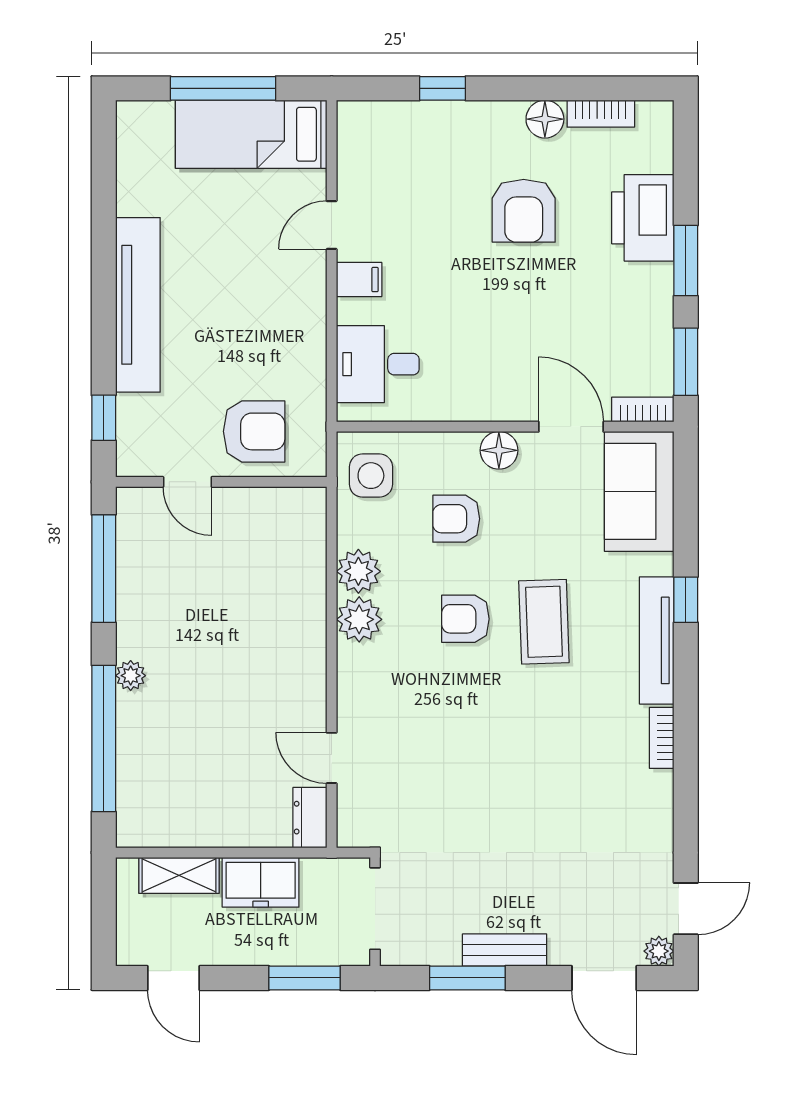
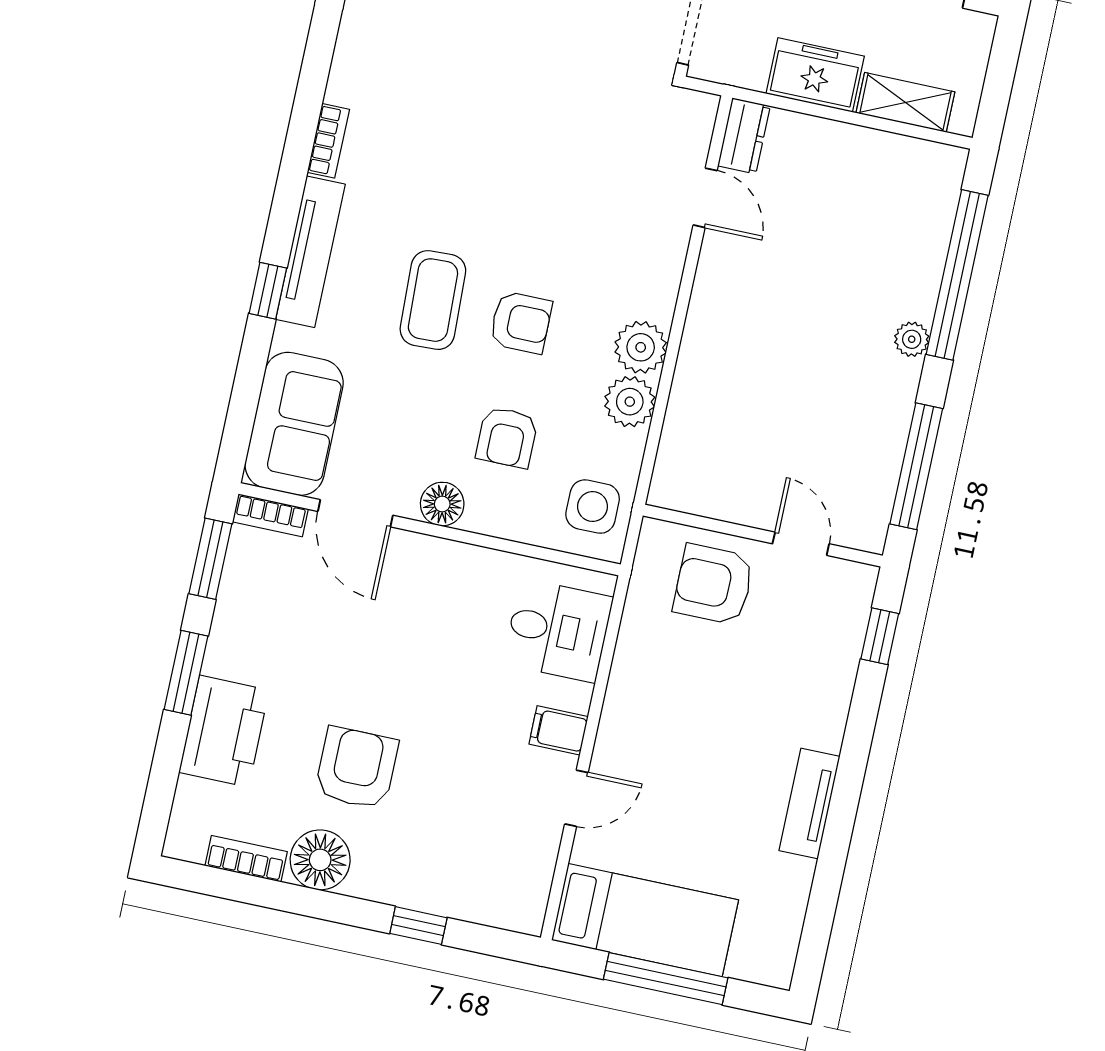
floor lamp: (545, 119) -> (320, 860), width x1.38, depth x1.38
tv unit: (138, 305) -> (809, 804), width x0.52, depth x0.78
armchair: (456, 519) -> (507, 437), turned 90

